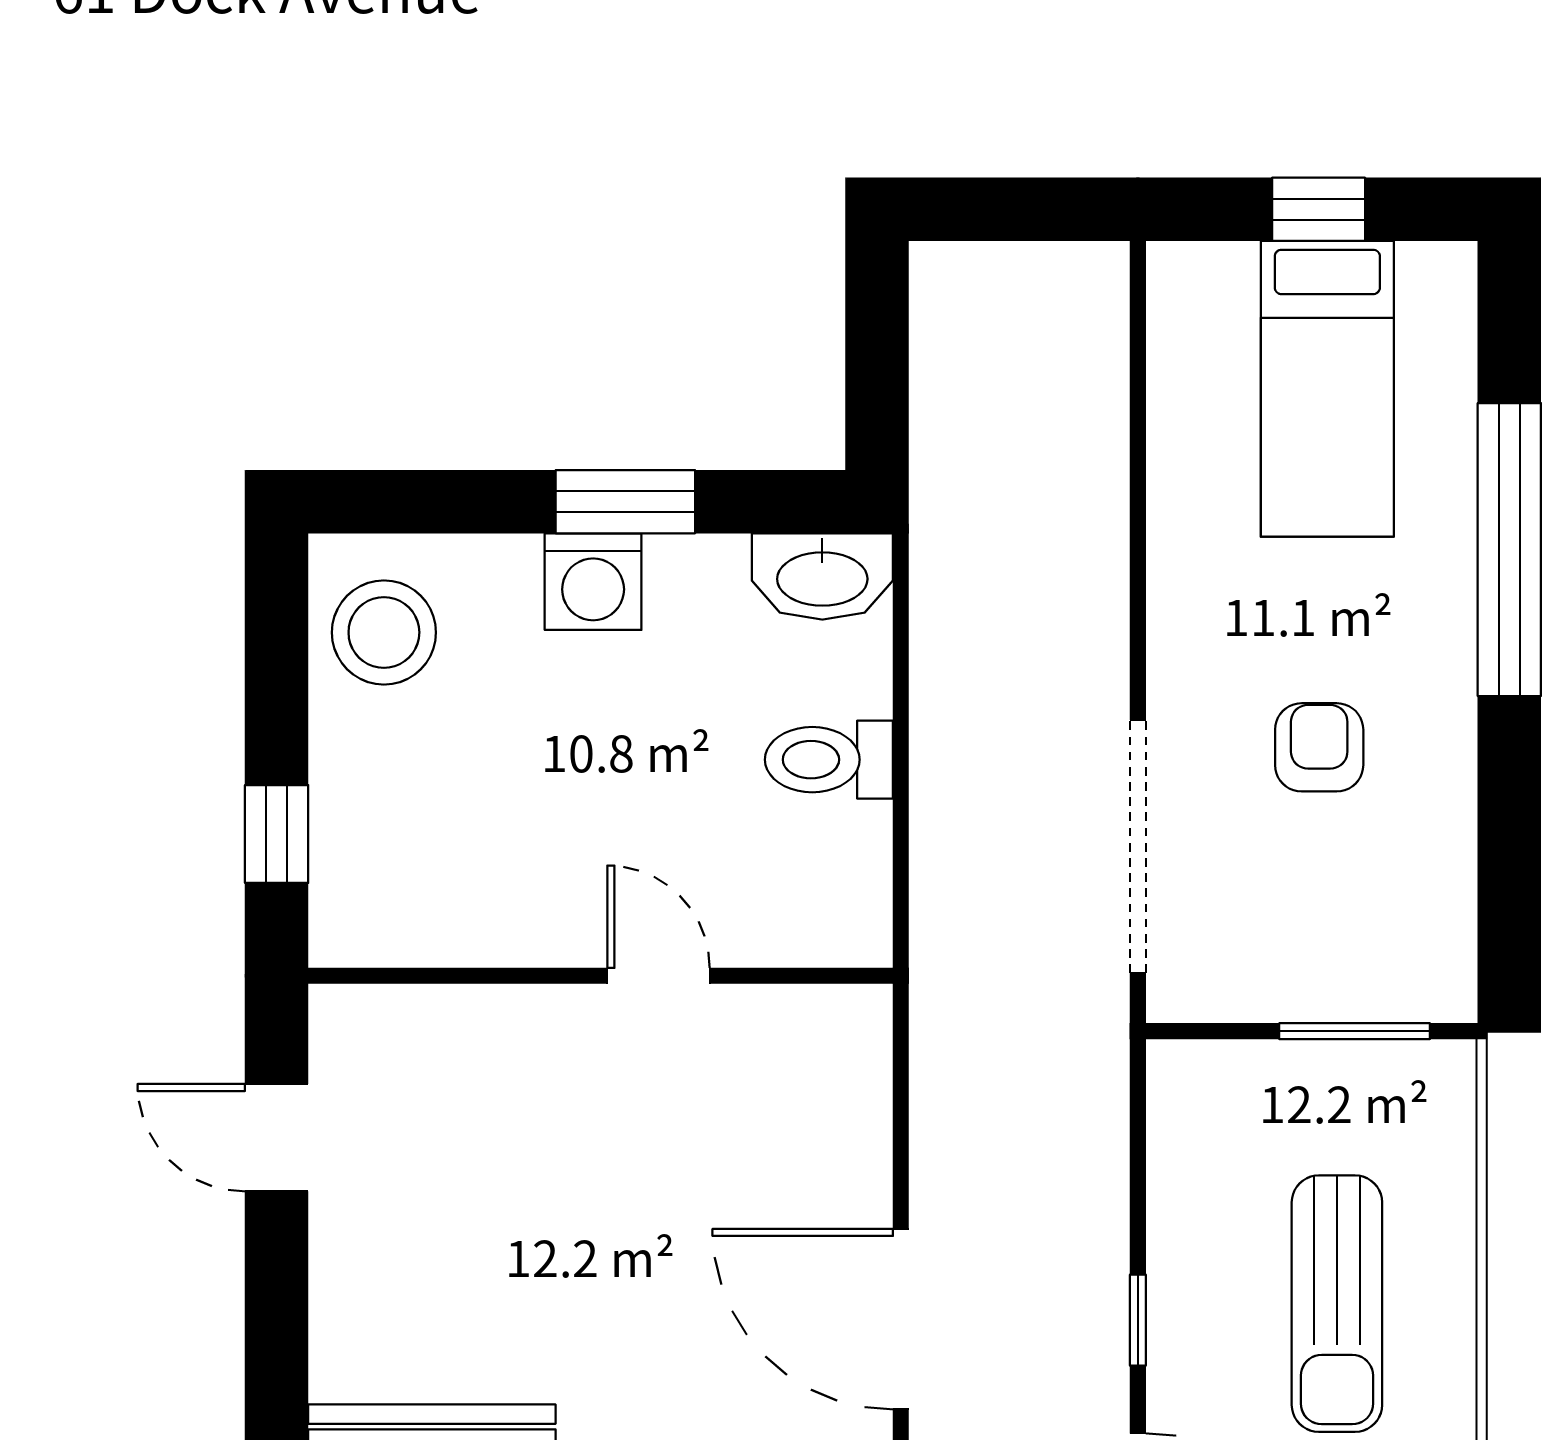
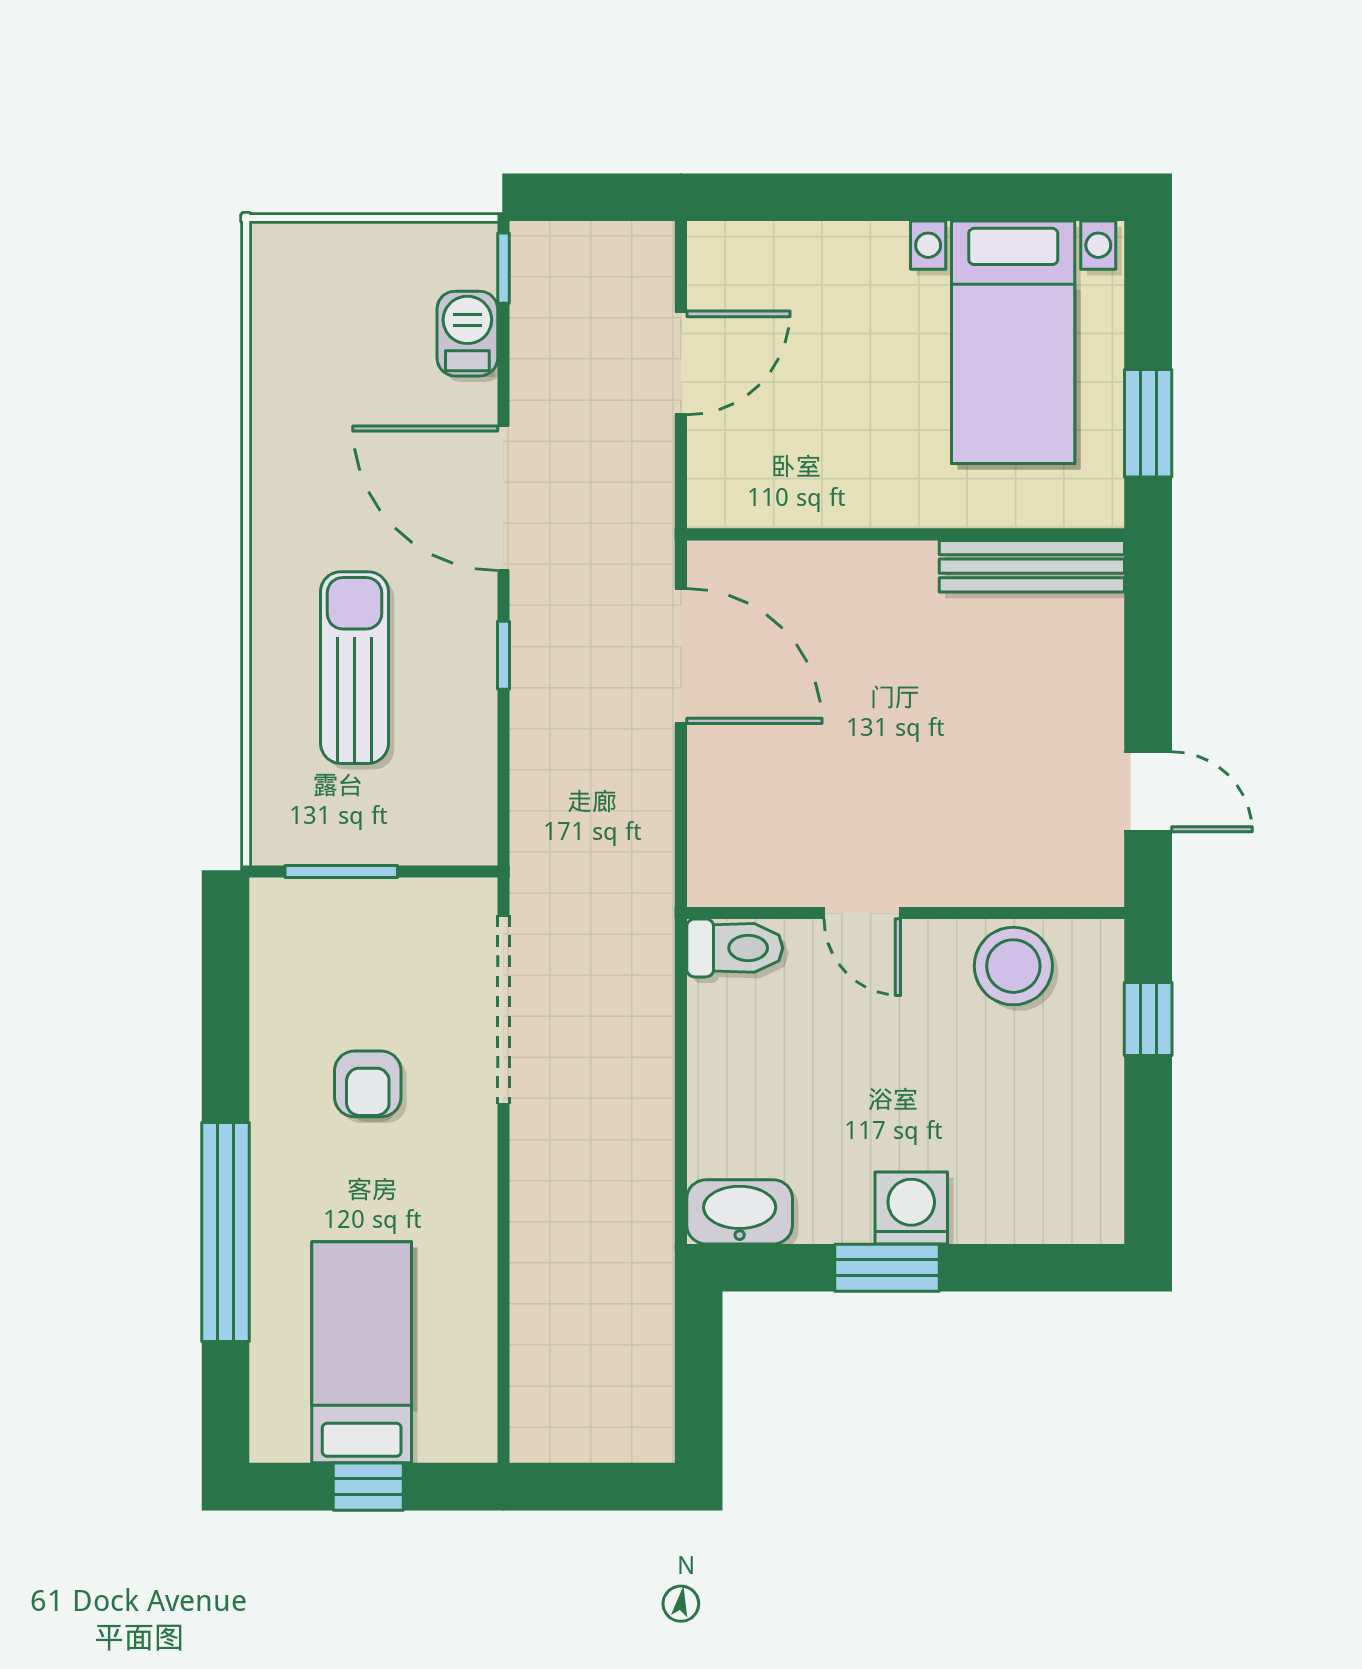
stool: (384, 632) -> (1013, 966), moved
toilet: (829, 760) -> (735, 948), moved

